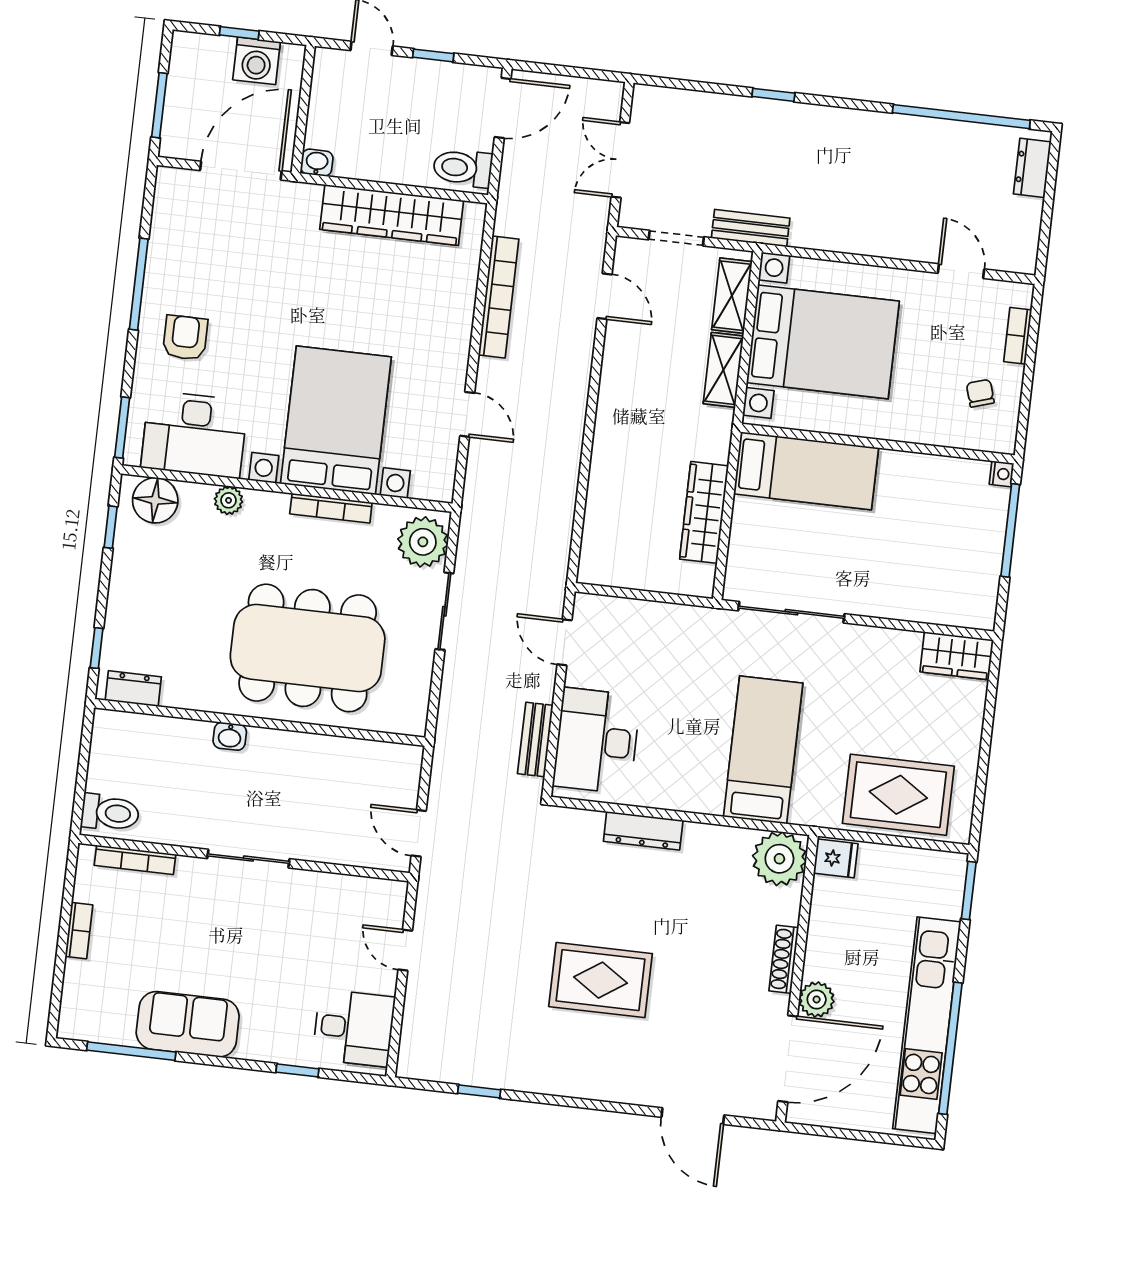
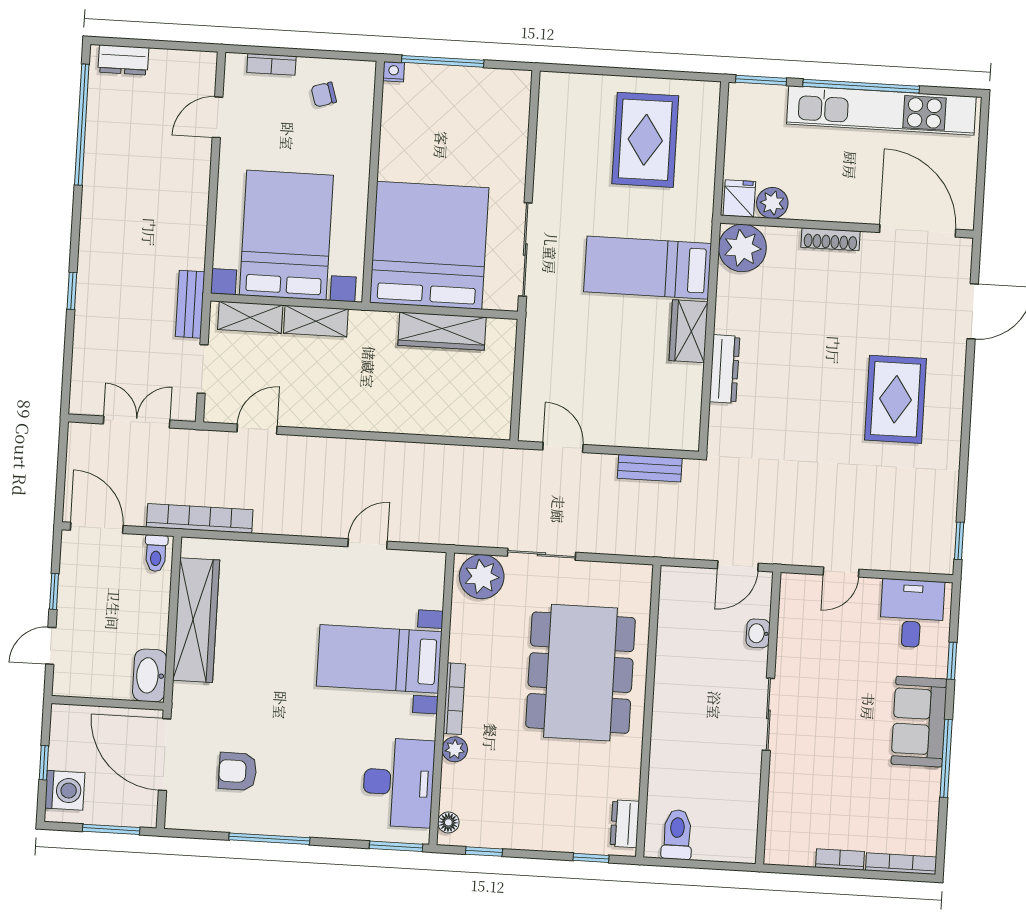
washing machine: (257, 61) -> (65, 790), moved
double door: (620, 160) -> (137, 422), swing flipped
washbasin: (317, 163) -> (150, 676), width x1.91, depth x1.45
toilet: (463, 168) -> (156, 553), width x0.73, depth x0.72
bookcase: (499, 297) -> (200, 518), moved
armchair: (185, 338) -> (238, 771), moved
bed with nightstands: (336, 420) -> (379, 659), width x0.73
bed: (806, 471) -> (429, 245), width x2.04
floor lamp: (155, 500) -> (448, 822), width x0.53, depth x0.53
bookcase: (331, 508) -> (454, 699), moved
door: (564, 642) -> (563, 447), swing flipped
wardrobe: (957, 656) -> (689, 331), moved, turned 180
washbasin: (230, 736) -> (758, 633), moved, turned 180
desk: (597, 741) -> (648, 414), removed
rug: (898, 795) -> (645, 140), moved
toilet: (110, 813) -> (677, 835), moved
bookcase: (135, 860) -> (901, 864), moved, turned -90
rug: (601, 980) -> (896, 399), moved
plant: (817, 999) -> (772, 203), moved
sofa: (188, 1024) -> (919, 722), moved
window: (950, 1048) -> (861, 86), moved
window: (131, 1051) -> (946, 758), moved
window: (479, 1091) -> (959, 541), moved

